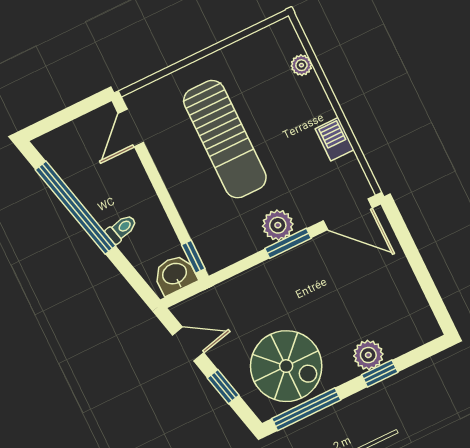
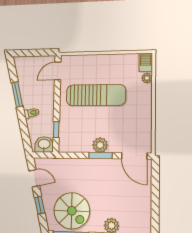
sun lounger: (225, 139) -> (96, 95), turned -90
barbecue: (335, 139) -> (146, 63), moved
window: (76, 208) -> (17, 94), width x0.47
window: (193, 257) -> (56, 130), moved

